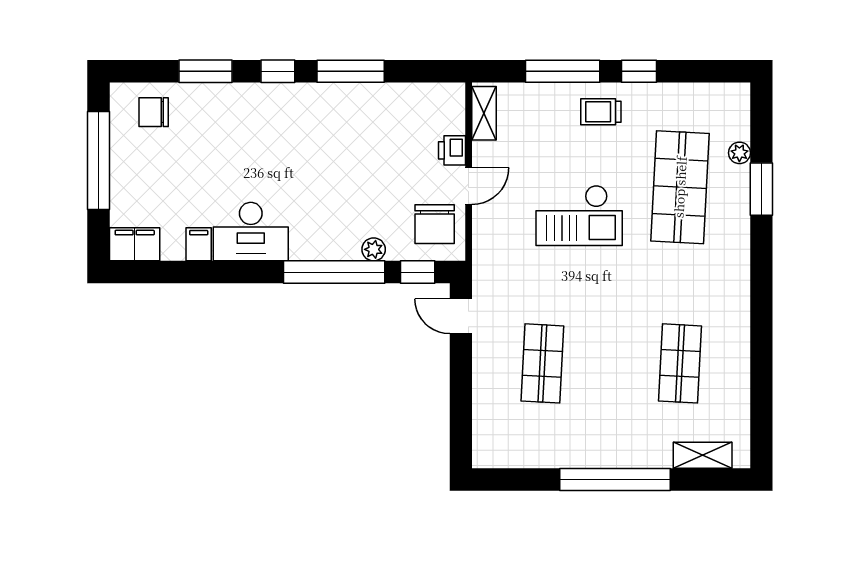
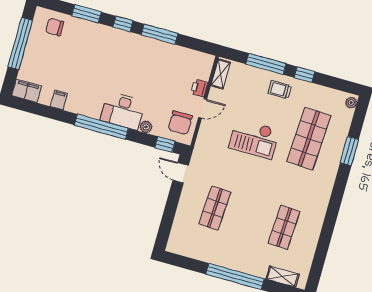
plant: (739, 153) -> (351, 103), moved
desk: (251, 232) -> (123, 111), moved
window: (334, 272) -> (101, 127), moved

